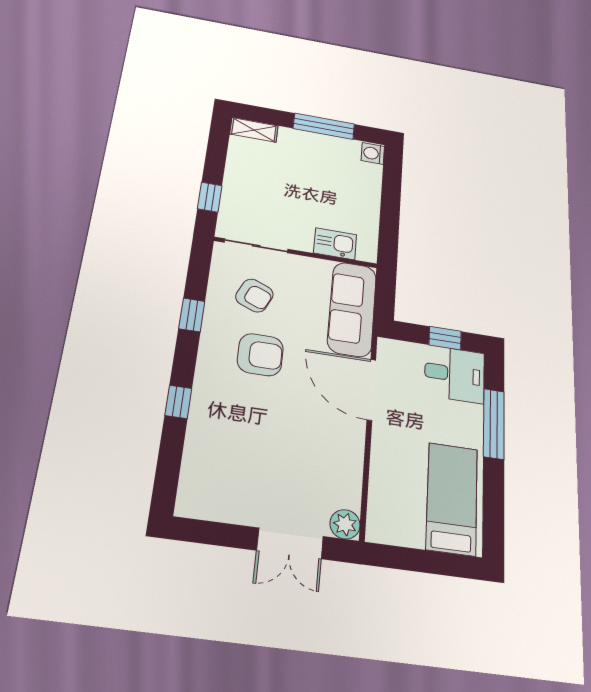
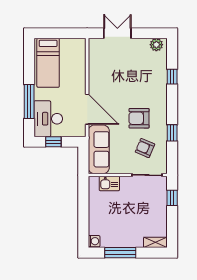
desk: (455, 374) -> (48, 119), width x1.37
window: (178, 402) -> (172, 77), moved
plant: (345, 524) -> (156, 45), moved

